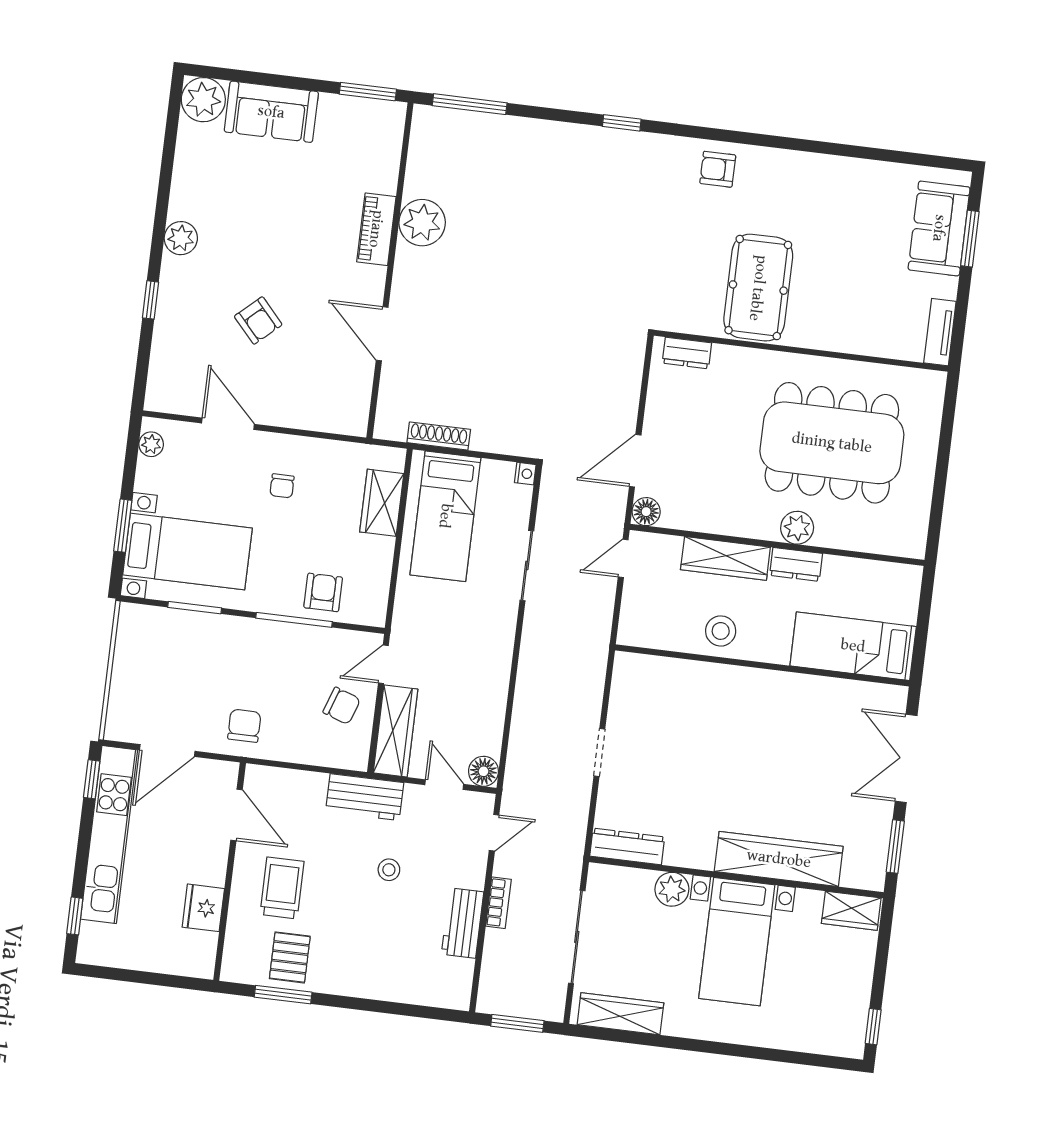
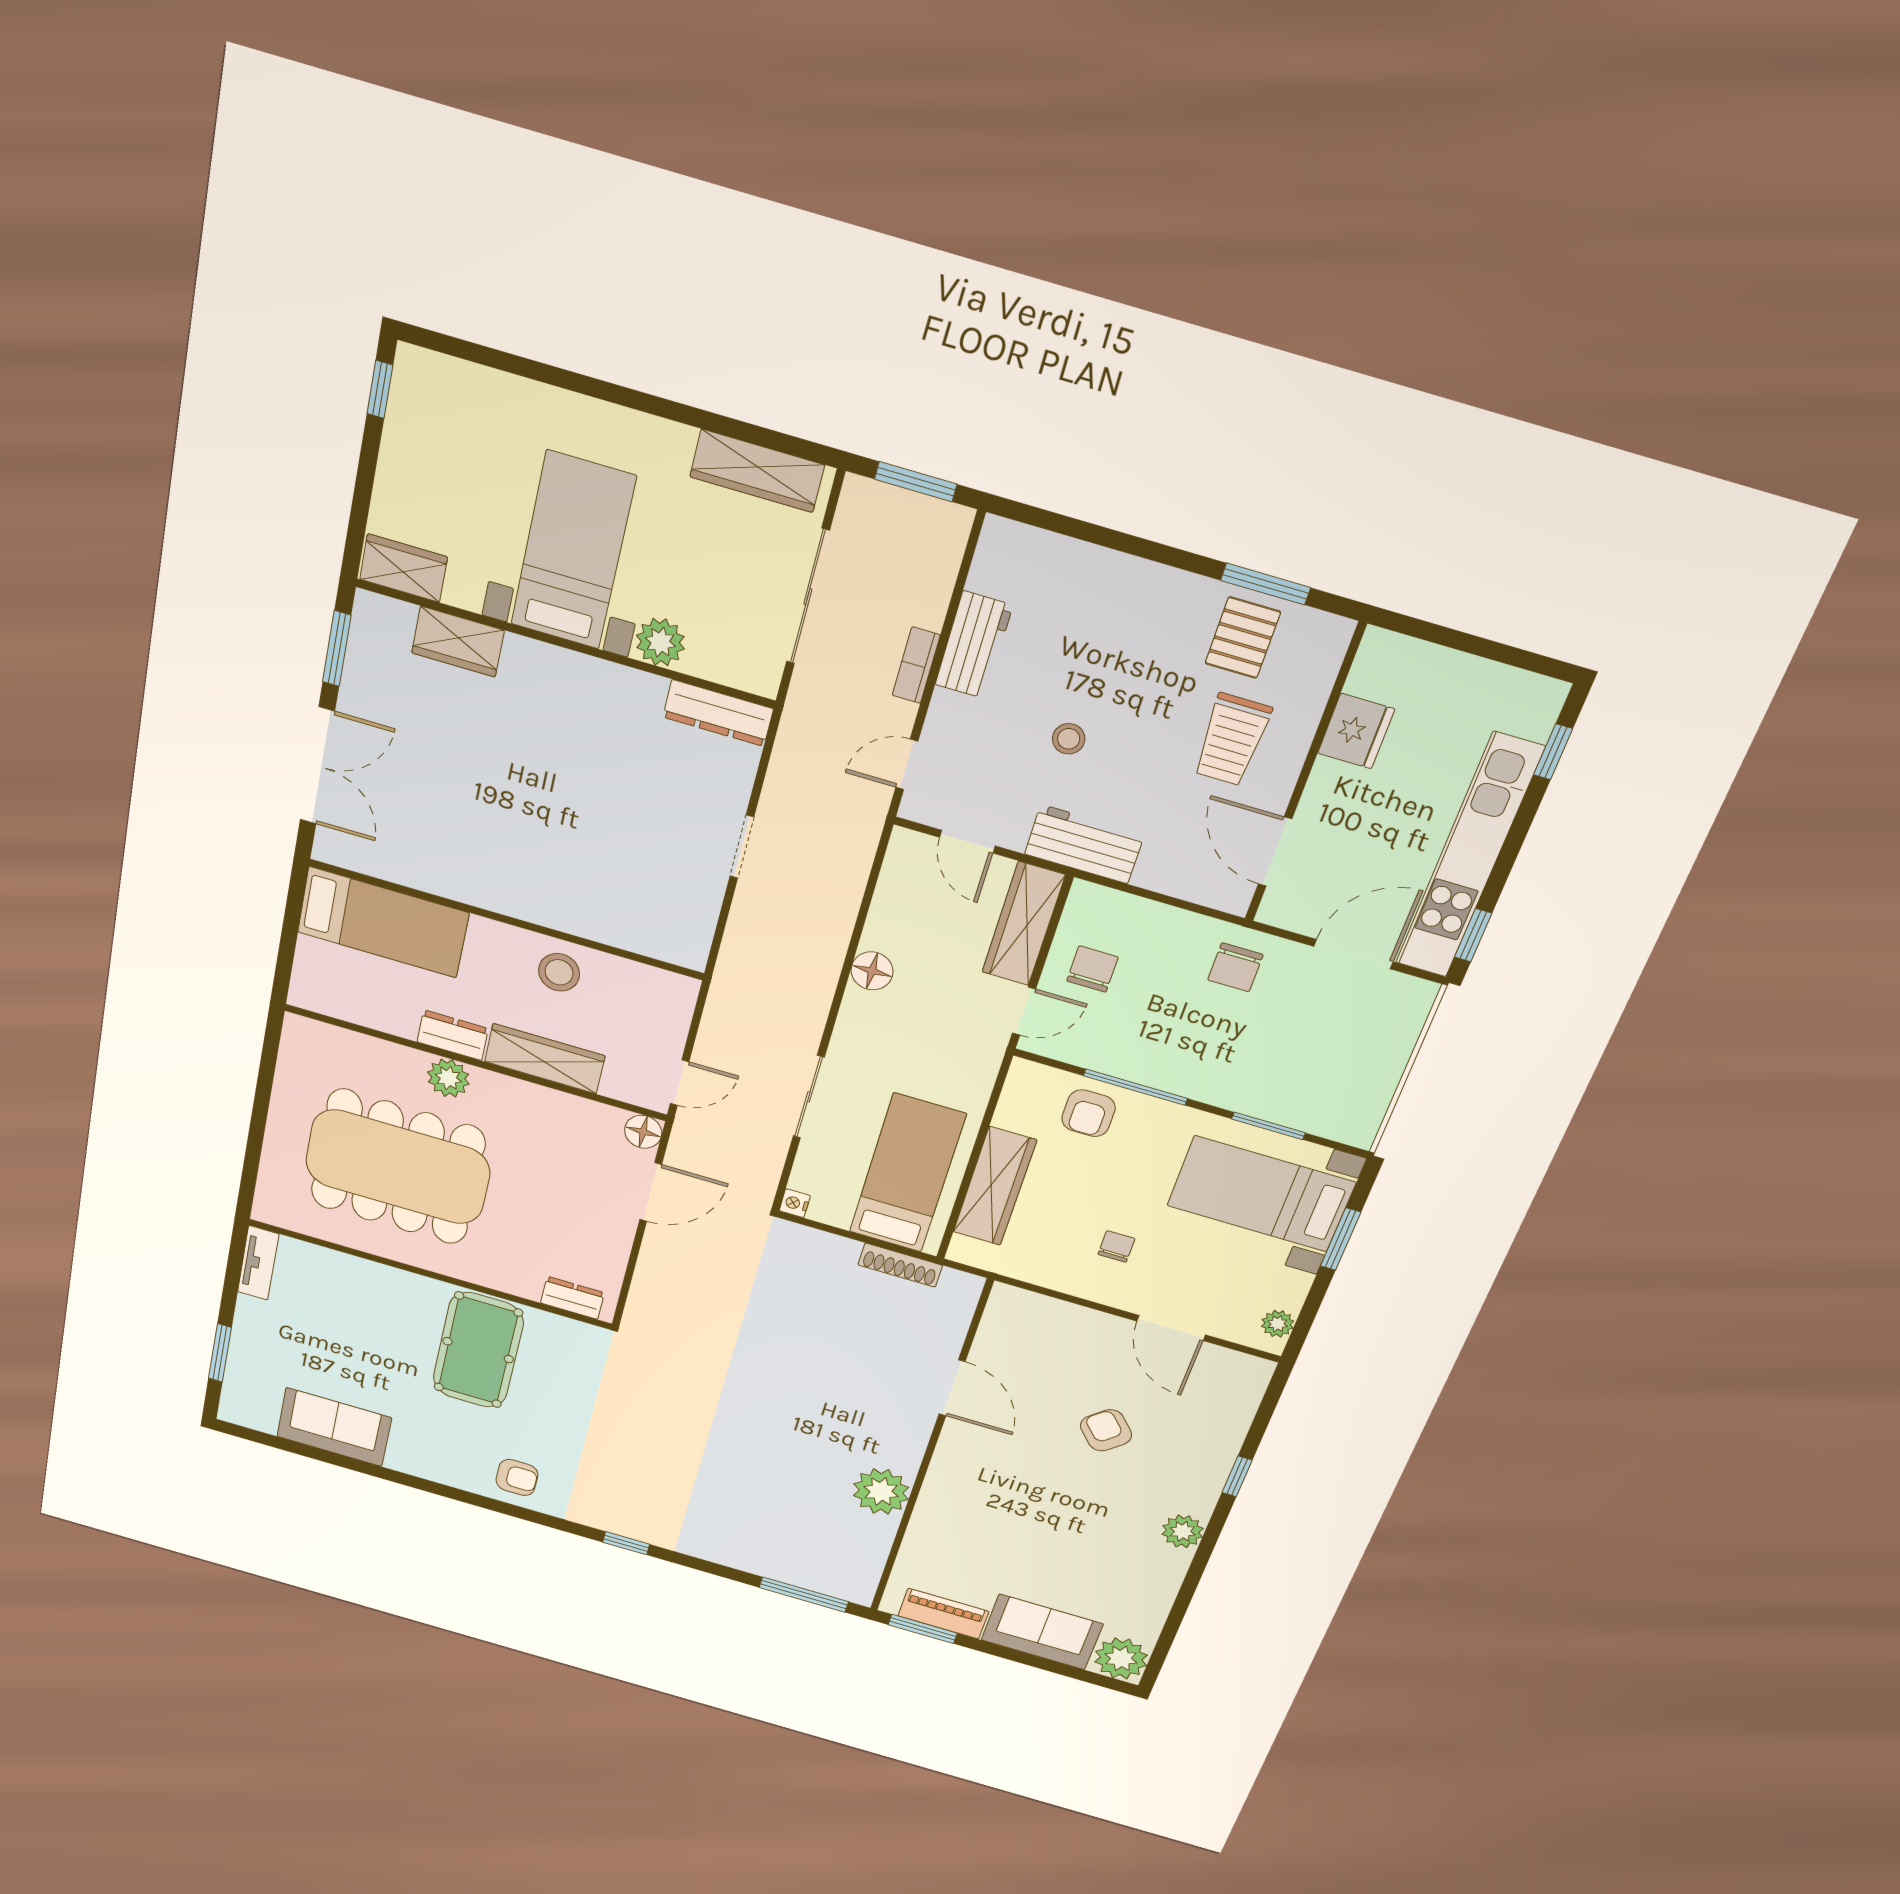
sofa: (939, 228) -> (334, 1427), moved, turned -90
piano: (376, 229) -> (943, 1614), moved, turned -90
wardrobe: (382, 503) -> (995, 1186), width x1.50
chair: (342, 706) -> (1092, 969), turned 71
floor lamp: (483, 771) -> (872, 971), moved
wardrobe: (779, 859) -> (458, 642), width x0.48, depth x0.85

